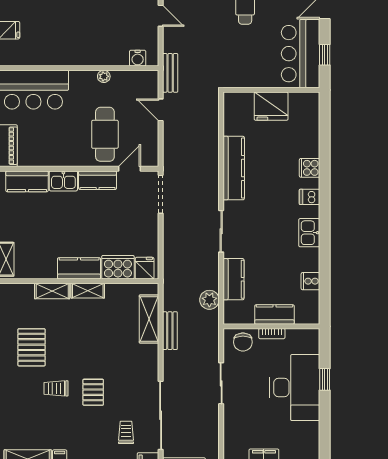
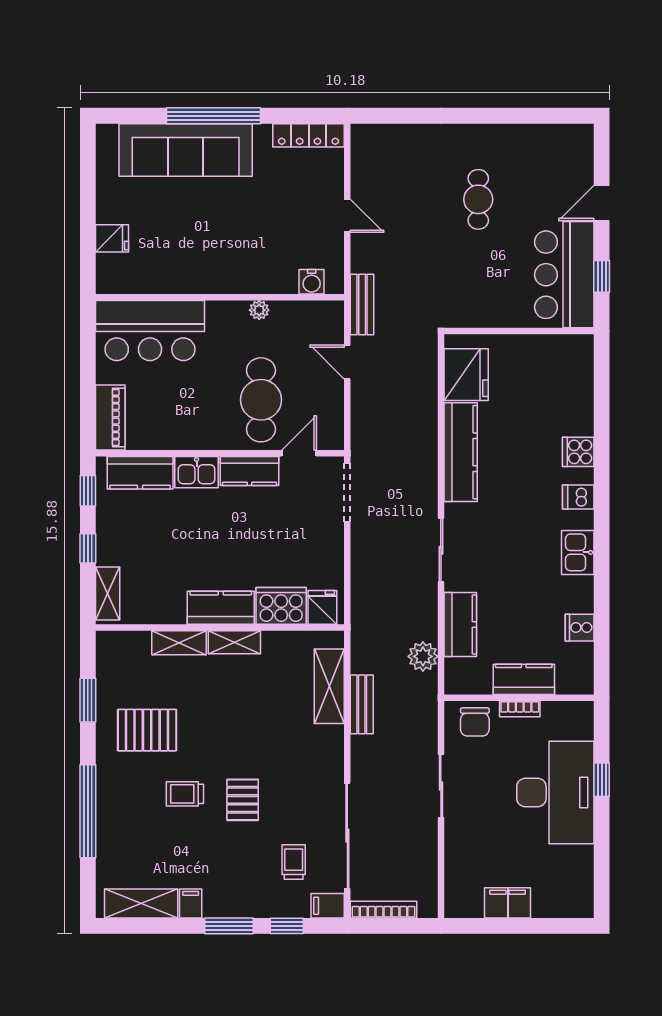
fridge: (271, 106) -> (466, 375), moved, turned -90
pallet: (32, 347) -> (147, 730), turned 90

